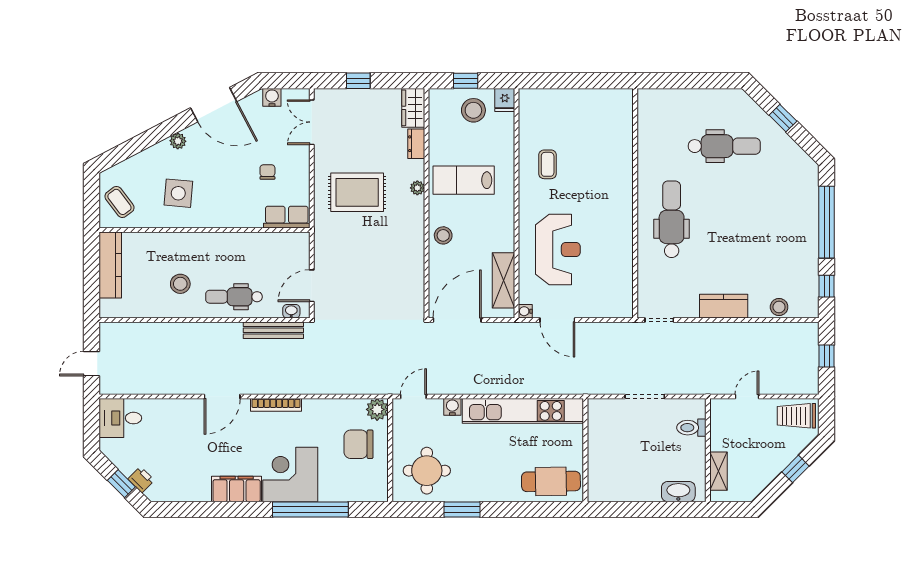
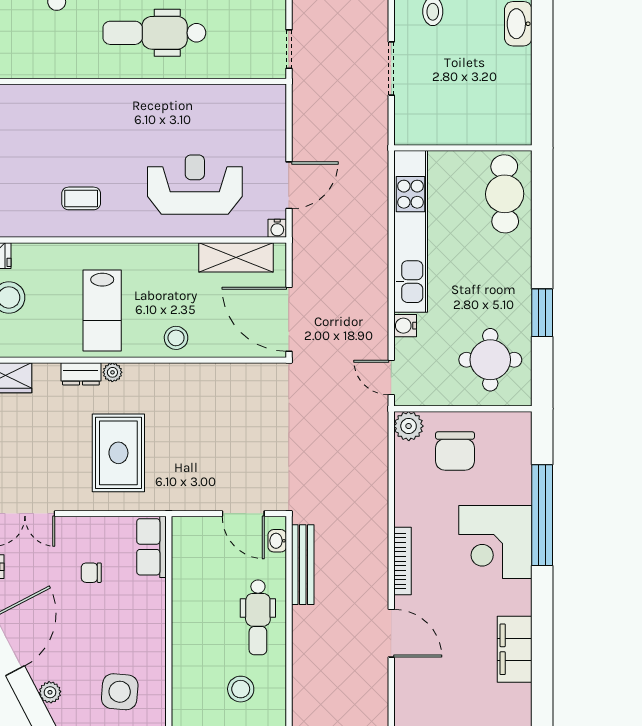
dresser: (416, 144) -> (81, 374), moved
filing cabinet: (237, 489) -> (515, 649), moved

